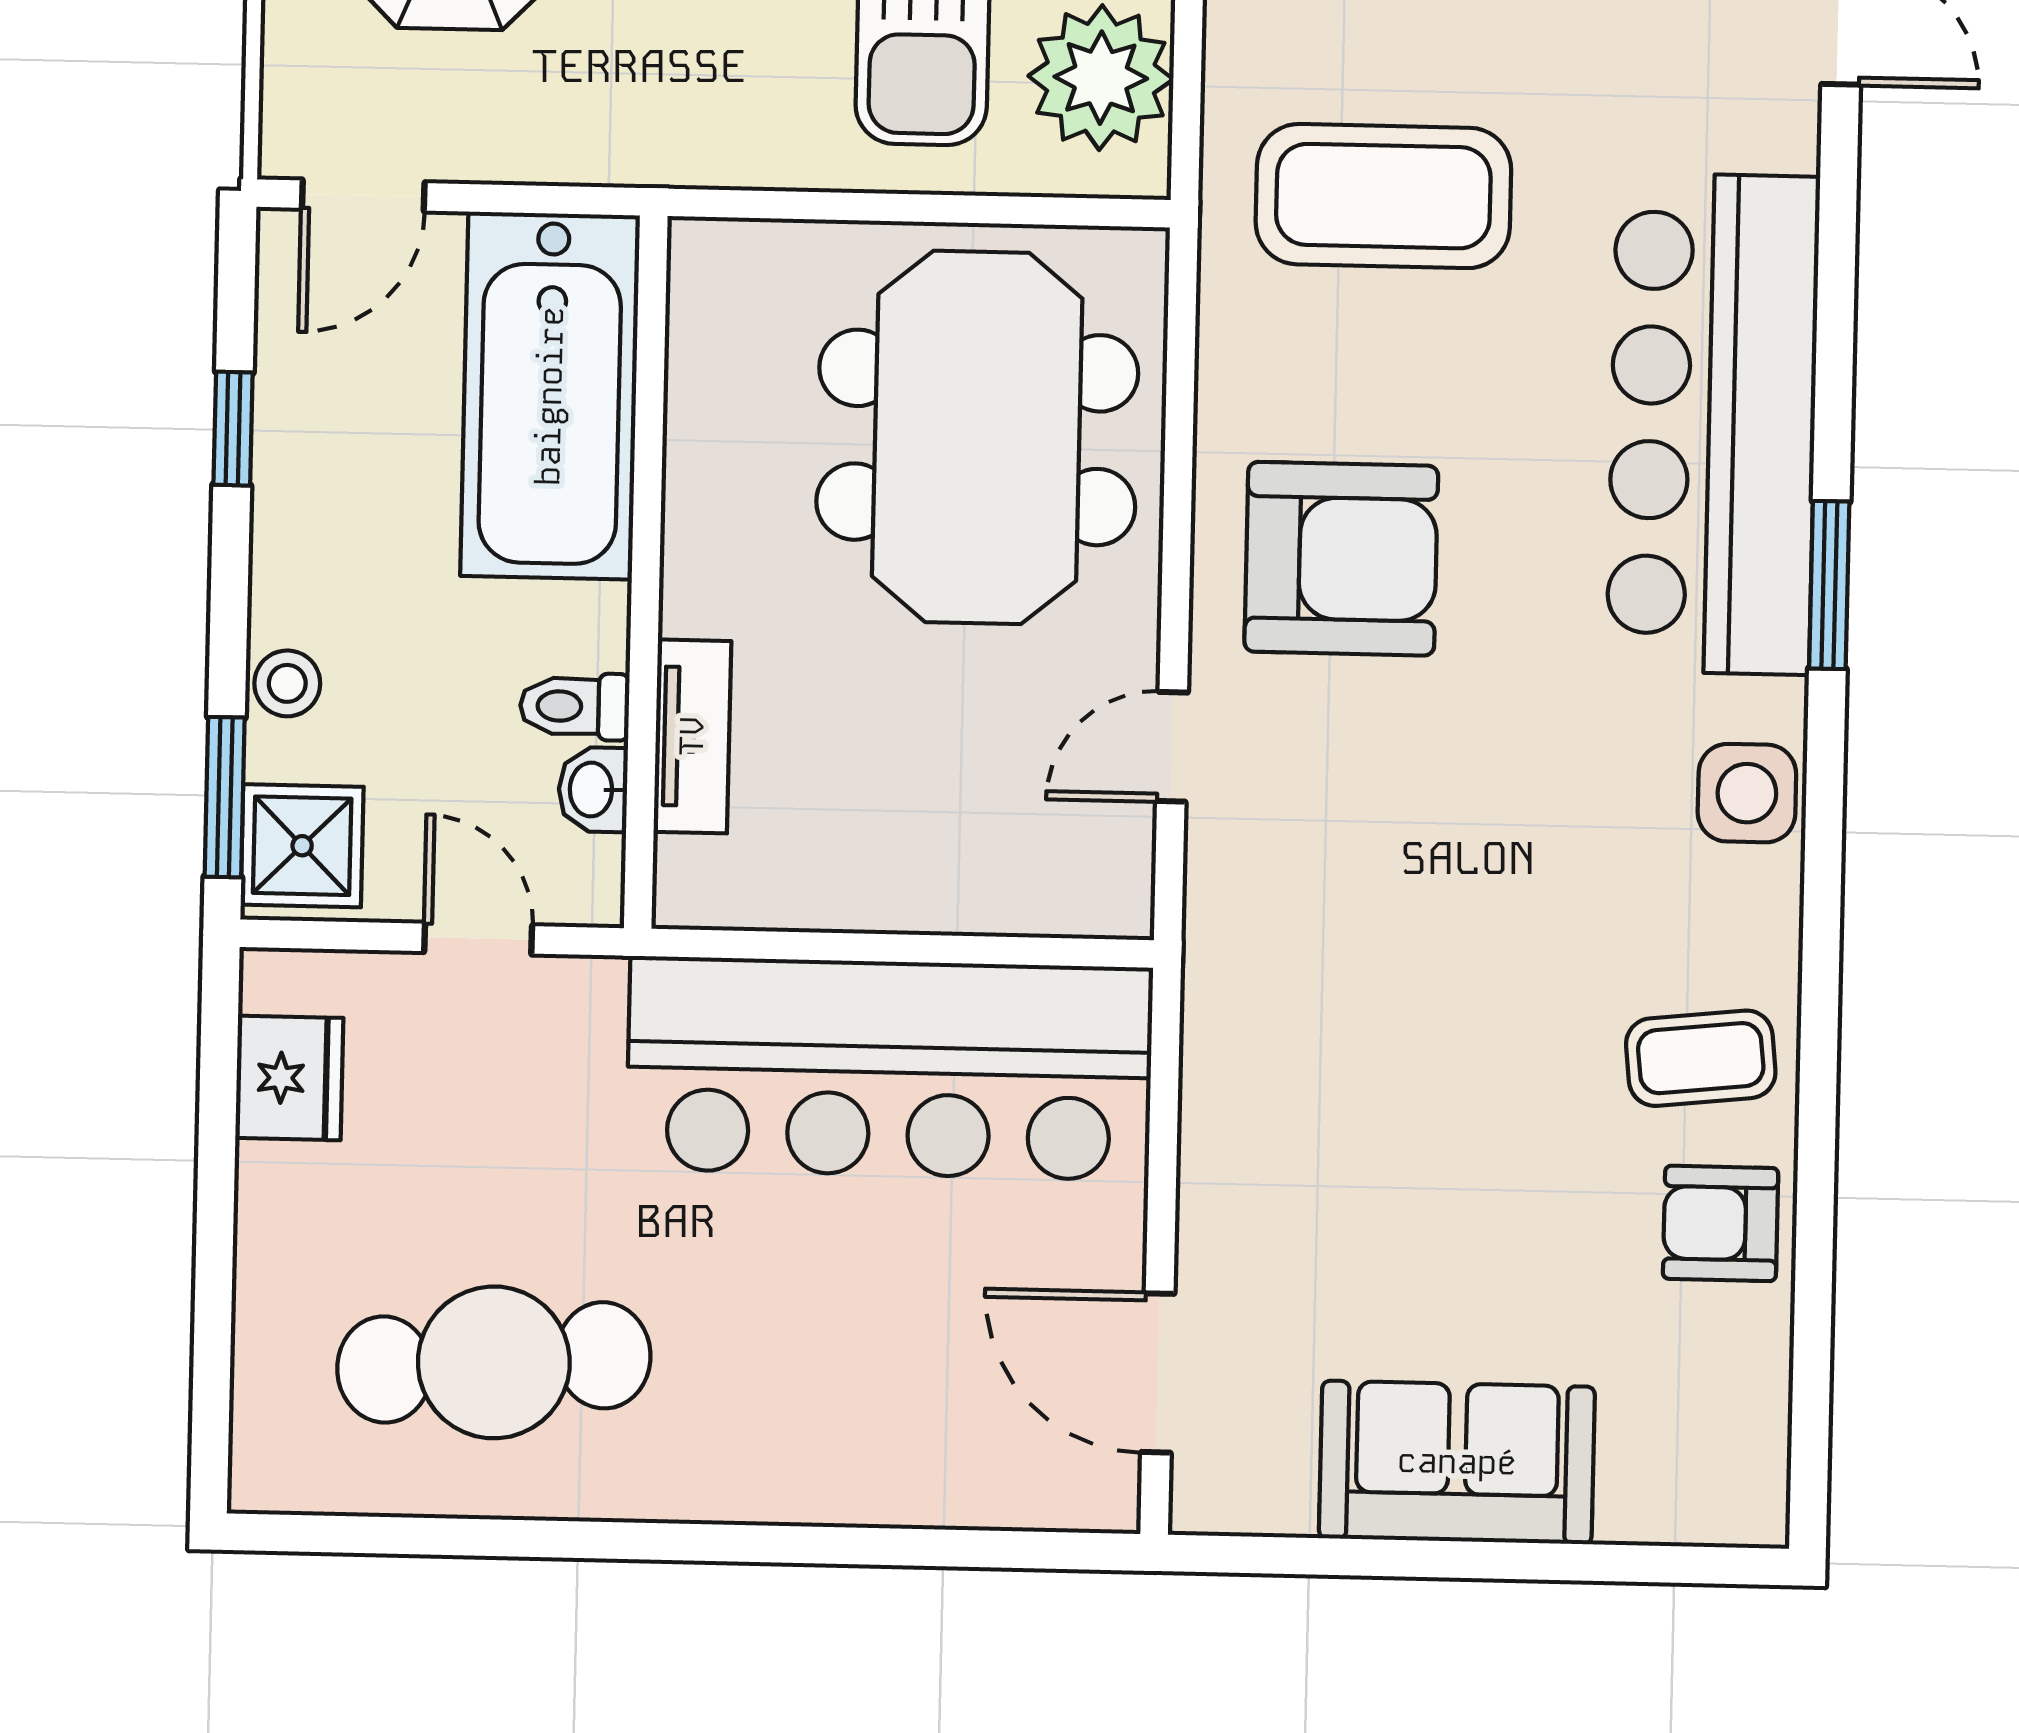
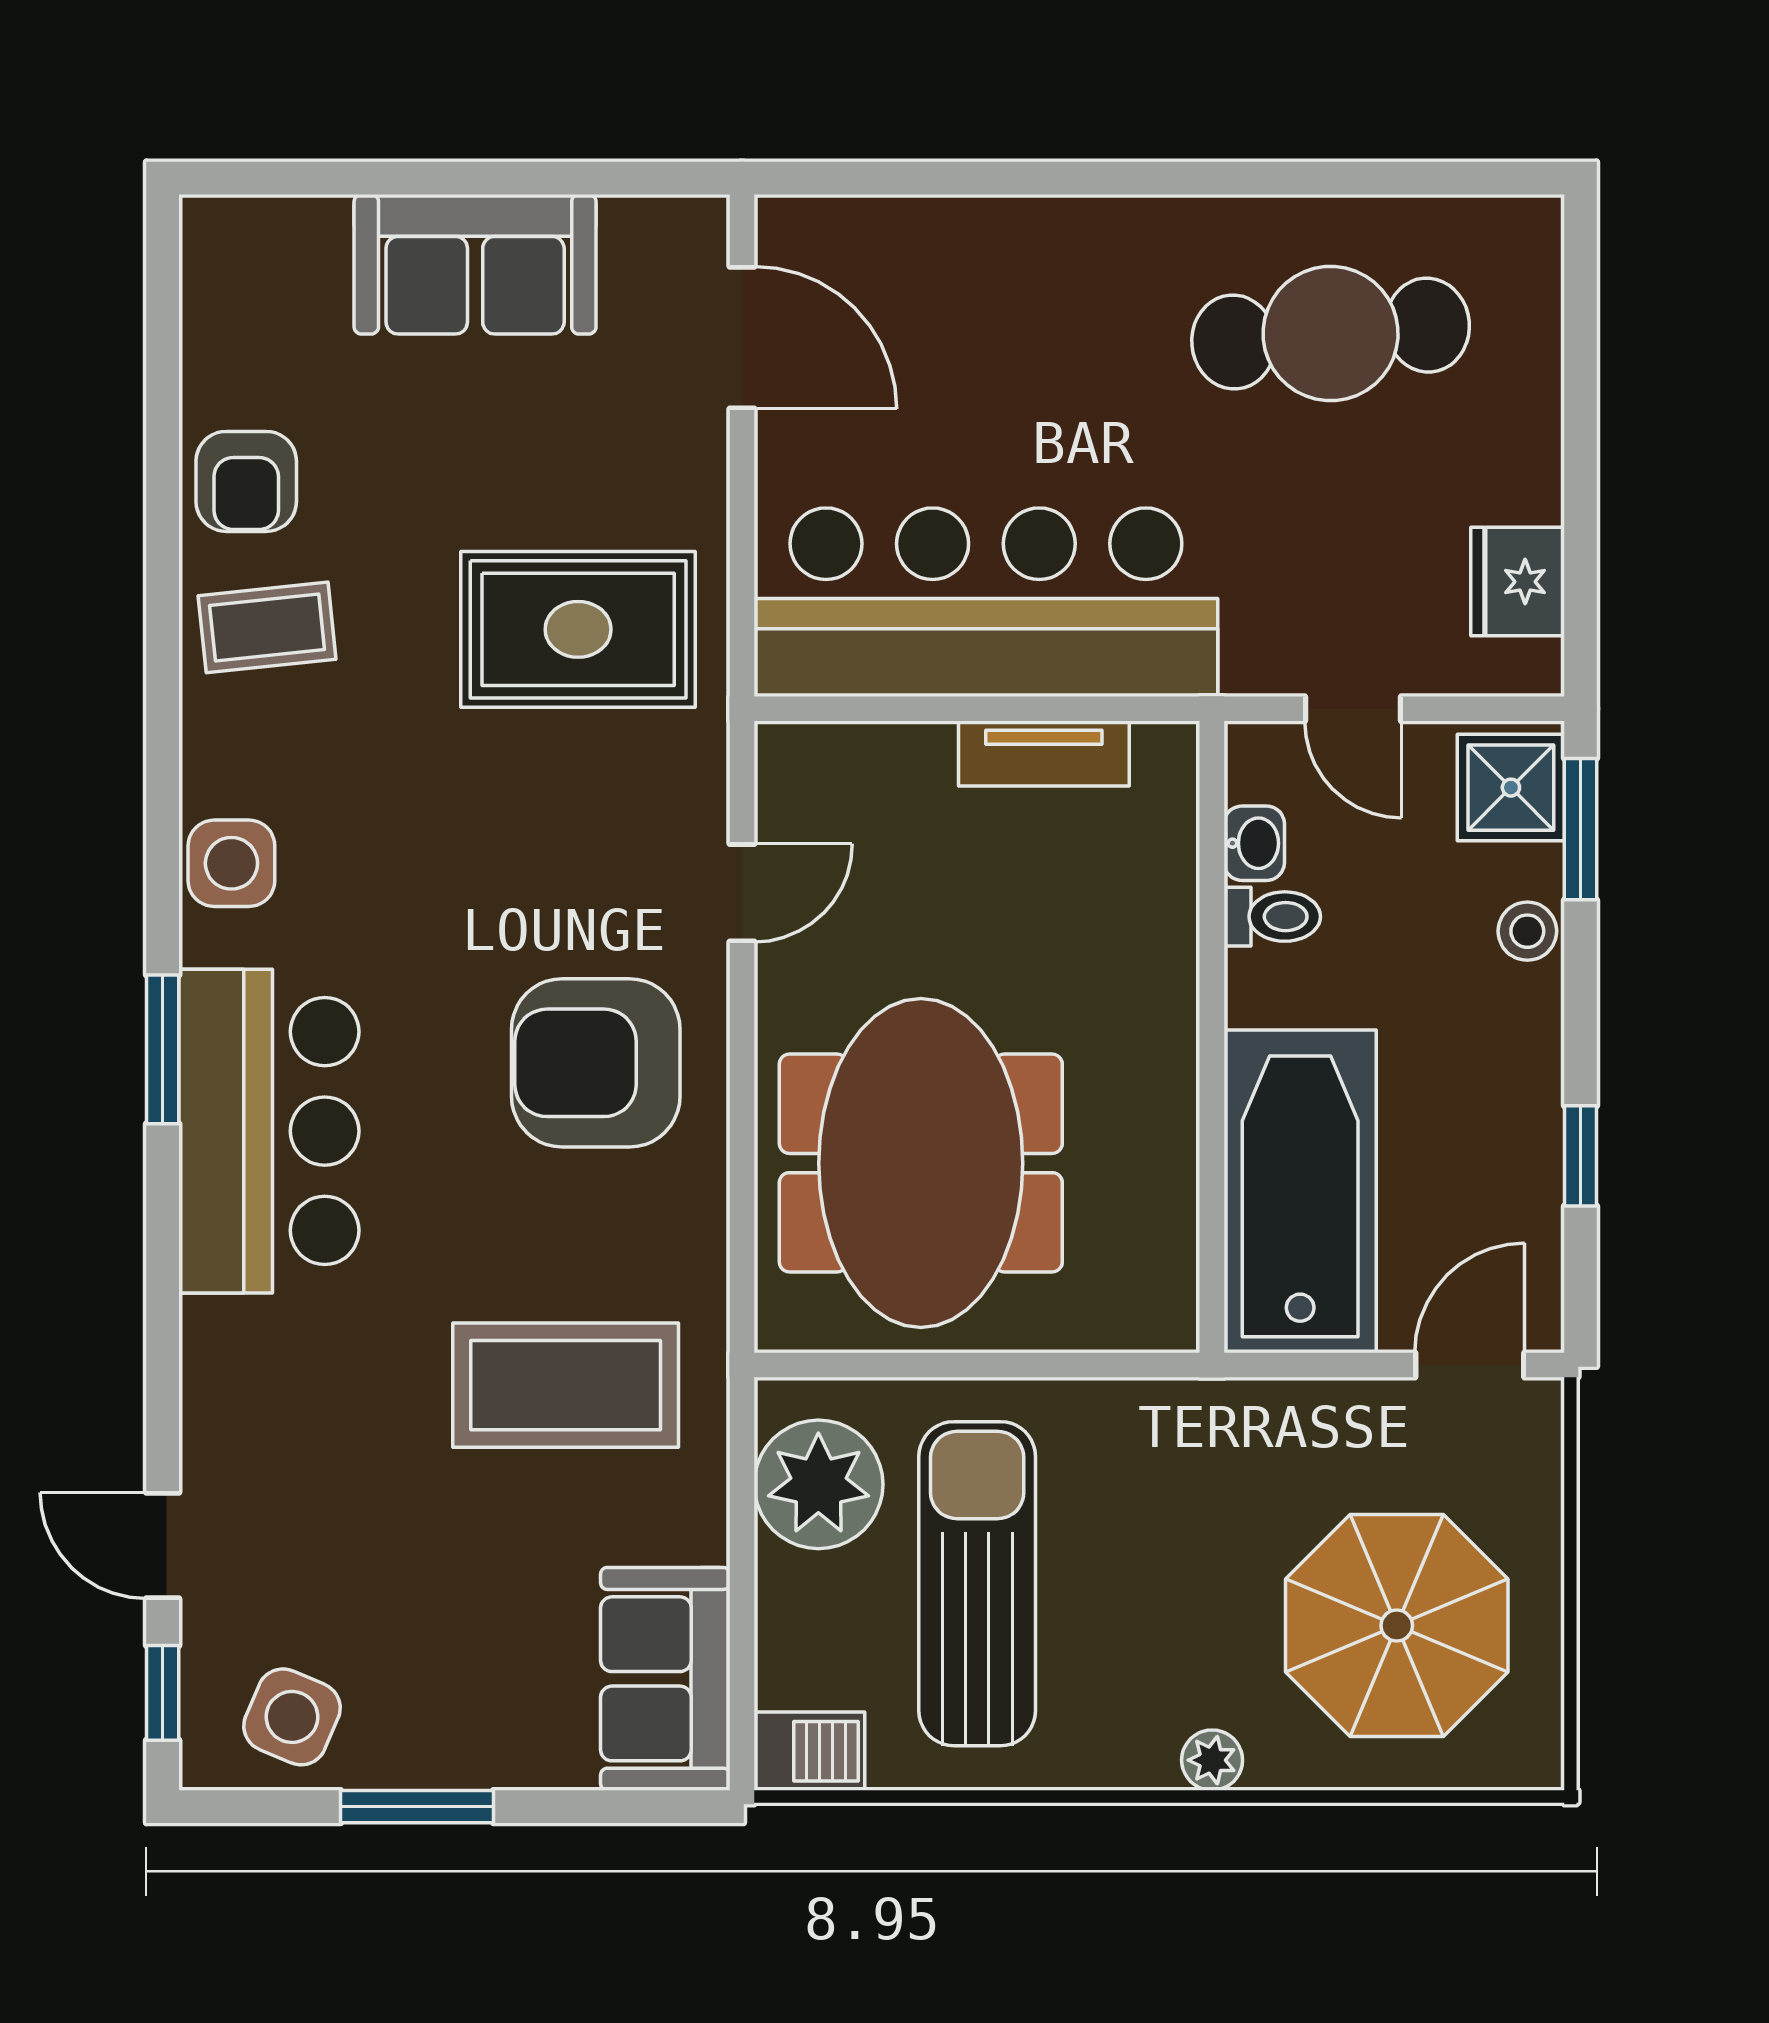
bar counter: (1713, 424) -> (269, 1131), width x0.73
tv unit: (692, 736) -> (1044, 754), moved, turned -90
rug: (1350, 1048) -> (578, 629), added
armchair: (1721, 1223) -> (246, 481), turned 90

